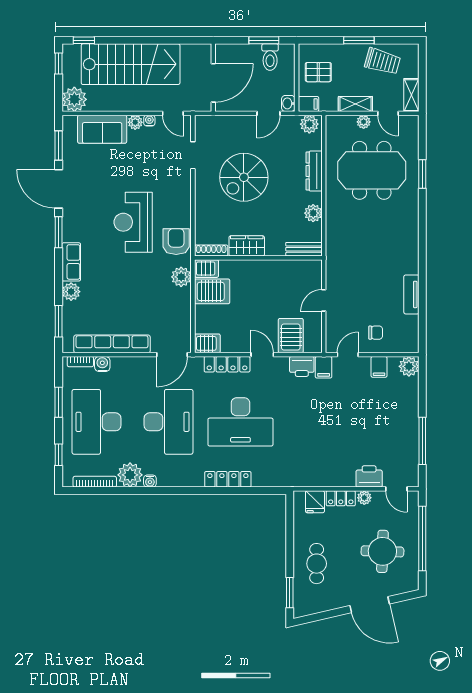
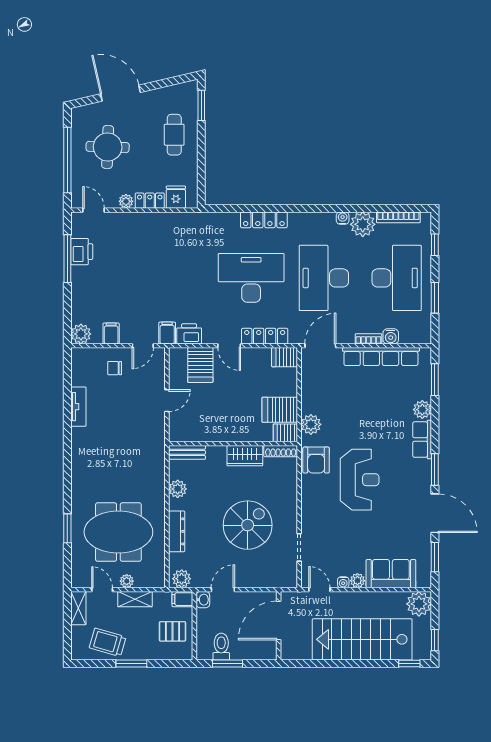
bookcase: (80, 362) -> (368, 339), moved
printer: (369, 476) -> (82, 252), moved, turned -90

